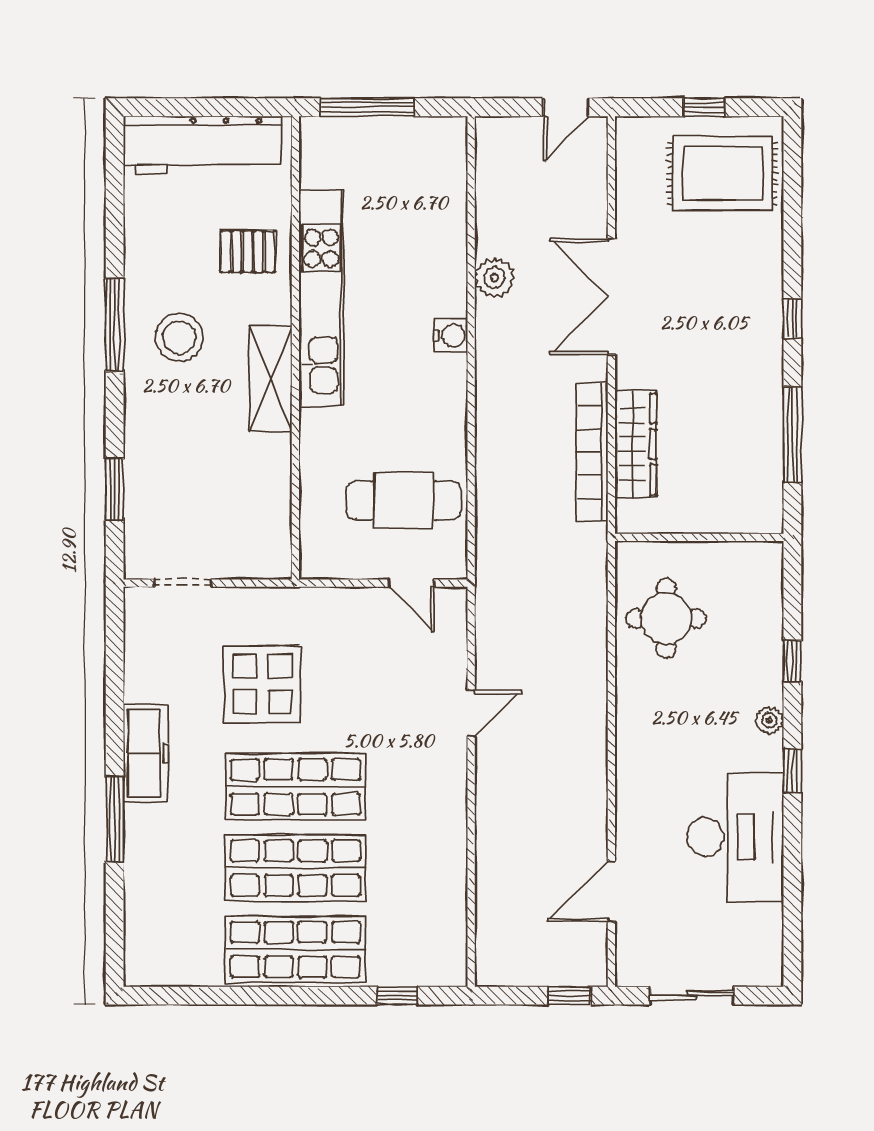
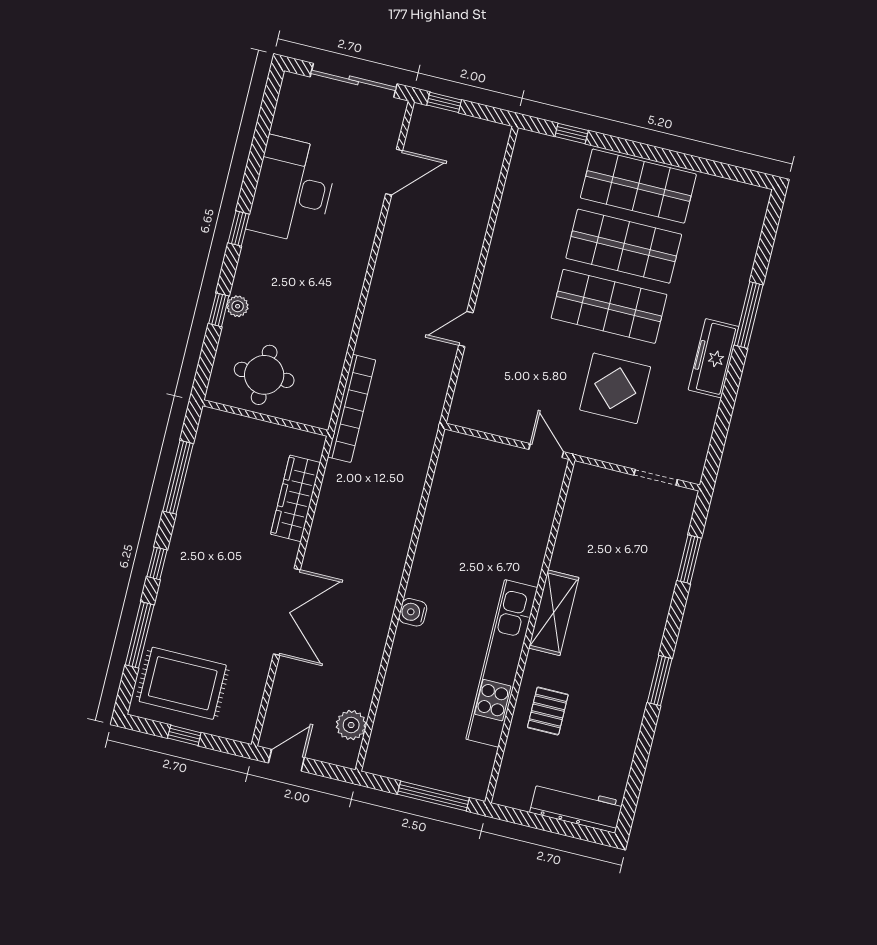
workbench: (202, 145) -> (576, 807), width x0.73, depth x0.76
window: (792, 222) -> (140, 635), added
pallet: (248, 251) -> (548, 711), turned 90
plant: (494, 278) -> (351, 725), moved
window: (115, 325) -> (660, 681), width x0.69
stool: (179, 337) -> (614, 660), removed
bookcase: (592, 452) -> (352, 408), moved
cafe table: (404, 500) -> (477, 499), removed
door: (411, 583) -> (546, 451), moved
round table: (666, 618) -> (264, 375), moved
plant: (769, 720) -> (238, 306), moved
sliding door: (692, 996) -> (354, 80), width x1.37

